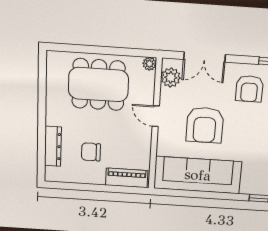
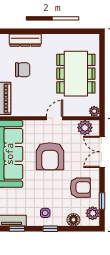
armchair: (249, 89) -> (80, 188), turned 180
armchair: (205, 125) -> (50, 156), turned -90
chair: (91, 152) -> (23, 70), turned 90

